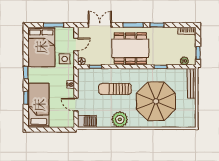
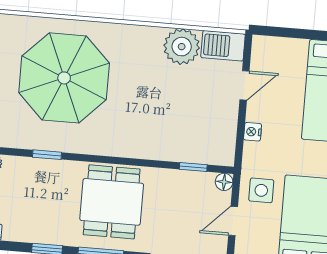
dining table: (130, 48) -> (112, 202), width x0.73
sun lounger: (115, 89) -> (154, 113), removed
door: (76, 105) -> (244, 85), hinge flipped
plant: (120, 119) -> (182, 47), moved

